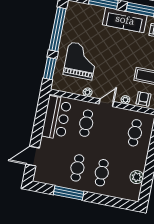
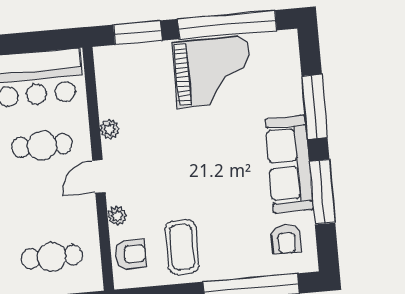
grand piano: (81, 61) -> (213, 72), moved
door: (106, 103) -> (99, 176), swing flipped

